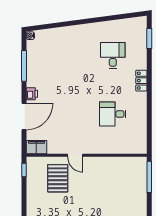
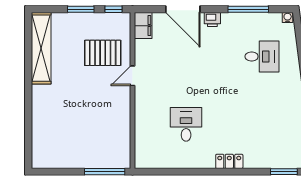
desk: (113, 55) -> (262, 56), moved
window: (24, 195) -> (81, 9), added

